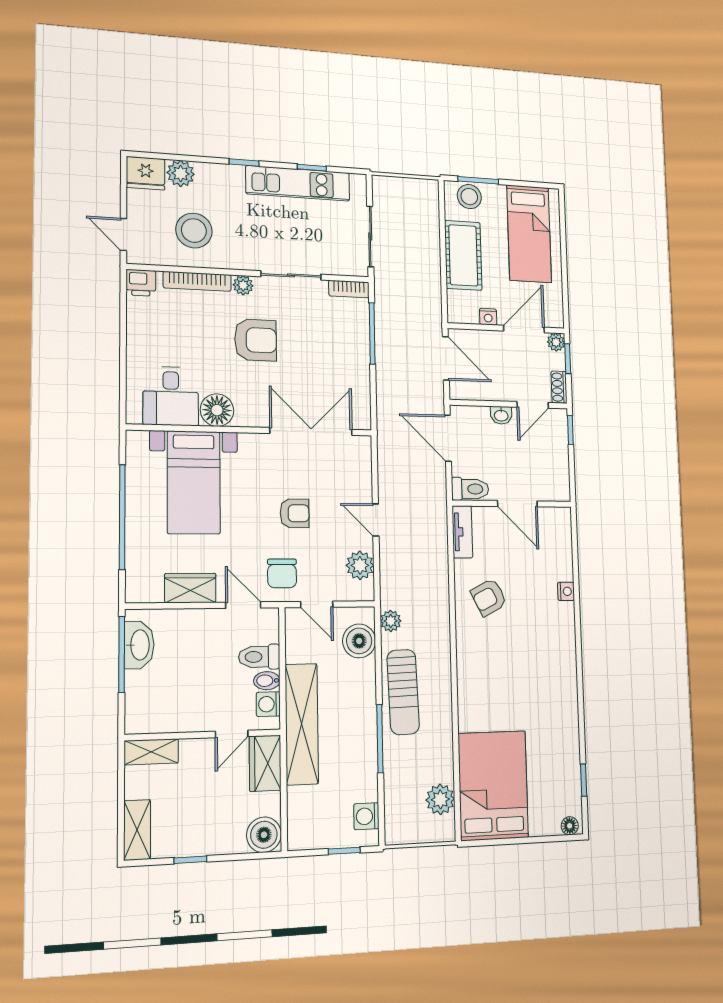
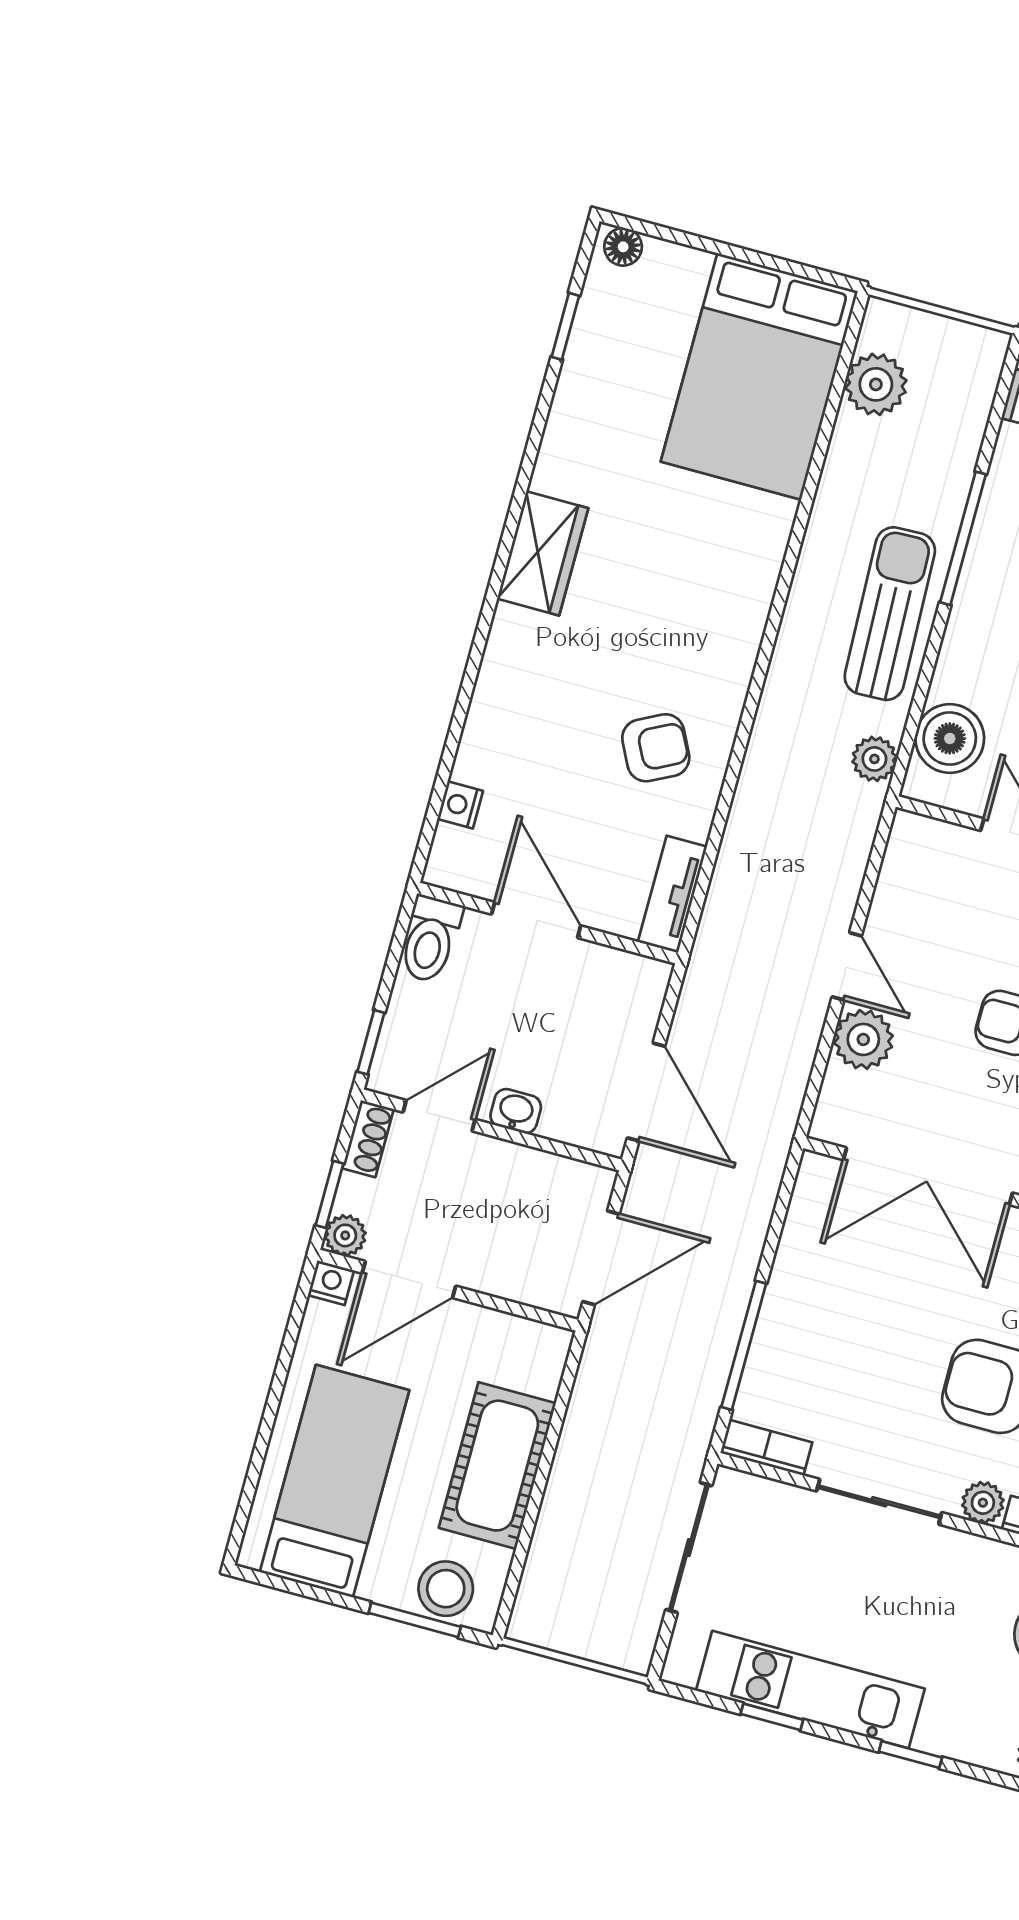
nightstand: (488, 317) -> (331, 1283), moved
door: (446, 358) -> (601, 1258), swing flipped
toilet: (470, 489) -> (430, 939), moved, turned -90
plant: (360, 565) -> (863, 1039), moved
nightstand: (566, 591) -> (460, 805), moved
wardrobe: (563, 672) -> (543, 553), added

